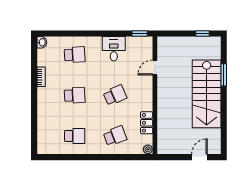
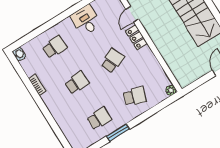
locker: (147, 123) -> (137, 37), moved
school desk: (115, 136) -> (135, 96), turned 39
window: (83, 157) -> (118, 133), added

